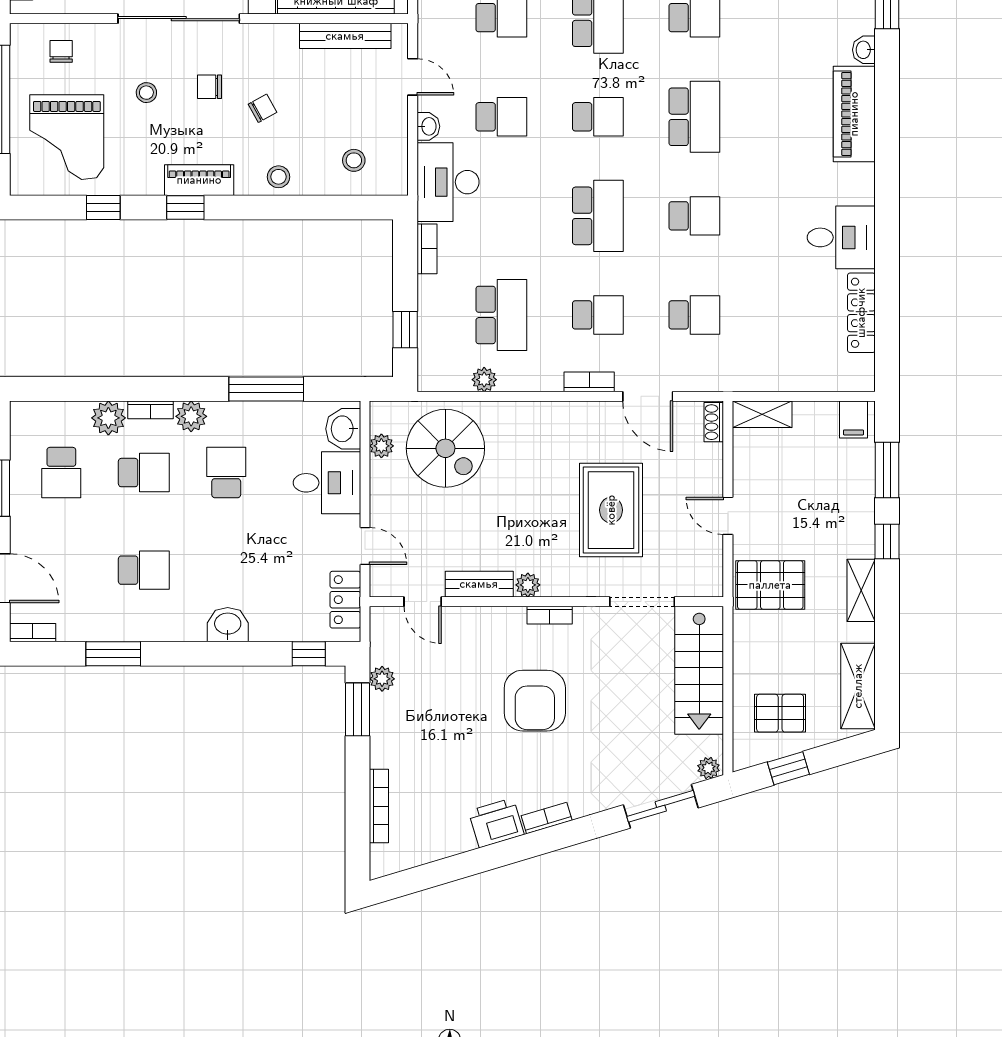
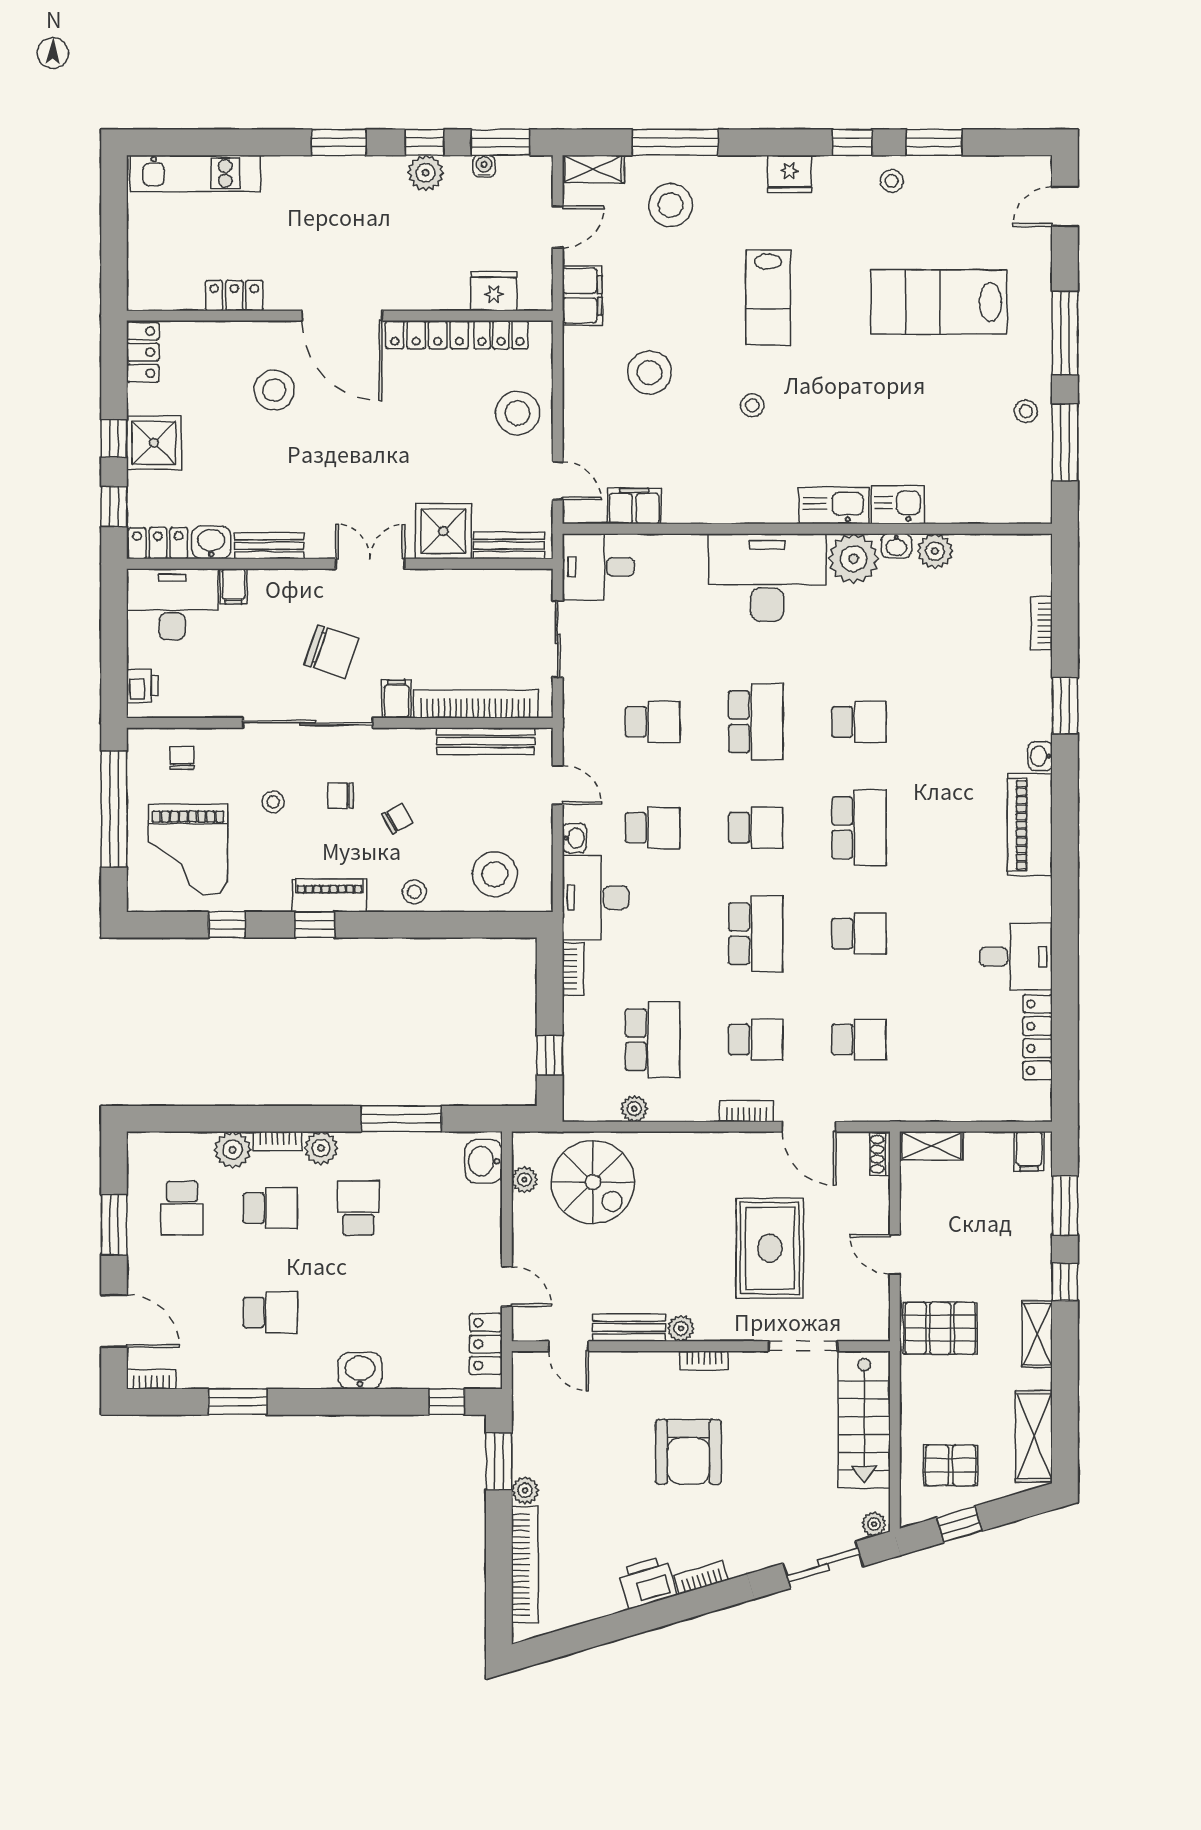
stool: (354, 160) -> (495, 874), width x1.89, depth x1.89
desk: (327, 483) -> (466, 1219), removed
plant: (382, 679) -> (525, 1490), moved
bookcase: (379, 806) -> (525, 1565), width x1.48, depth x1.31

